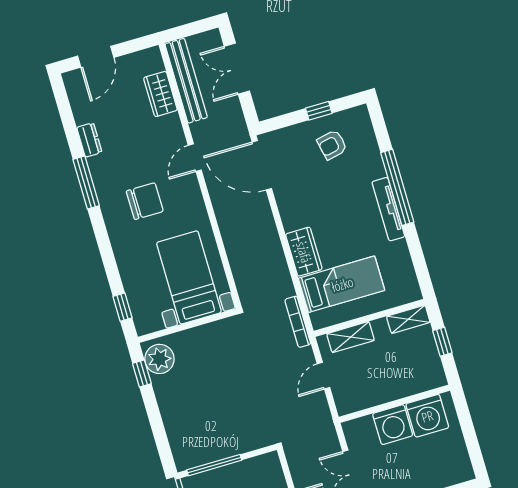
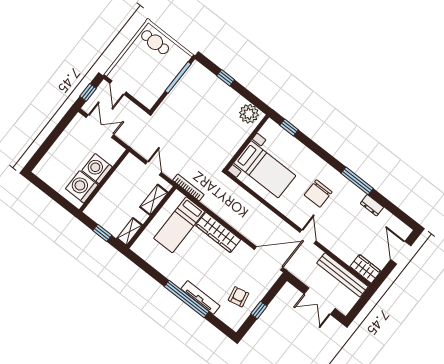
double door: (237, 69) -> (320, 301), swing flipped
wardrobe: (160, 94) -> (365, 269), moved
tv unit: (388, 209) -> (200, 297), moved
wardrobe: (304, 252) -> (218, 232), width x1.50
window: (142, 373) -> (226, 78), moved

